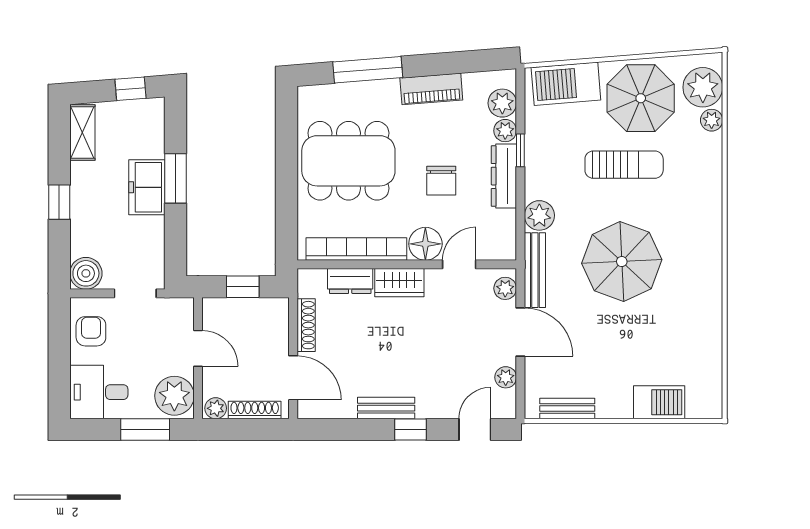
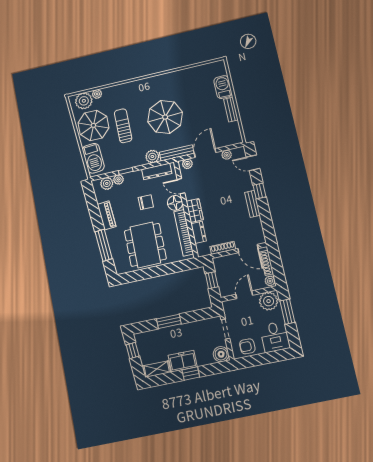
dresser: (504, 176) -> (157, 171), moved
freezer: (147, 187) -> (183, 361), moved, turned 180
door: (293, 378) -> (248, 249), swing flipped
bench: (567, 408) -> (231, 110), moved

